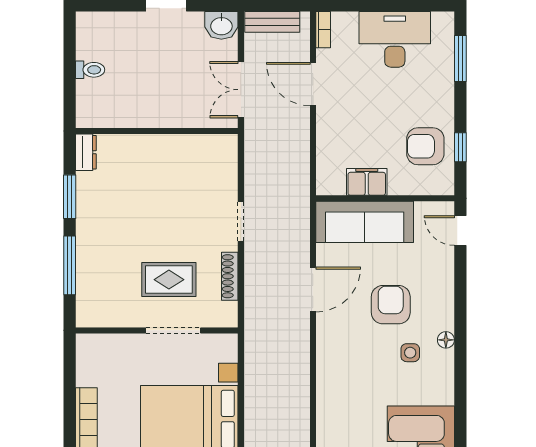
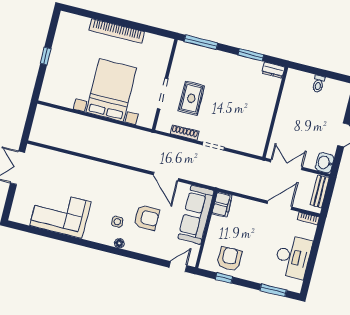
filing cabinet: (367, 182) -> (222, 204), moved
window: (70, 265) -> (201, 42), moved

